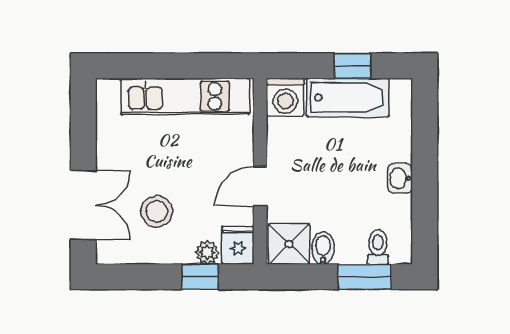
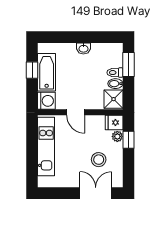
door: (260, 186) -> (76, 112), moved
toilet: (378, 247) -> (115, 73), moved

